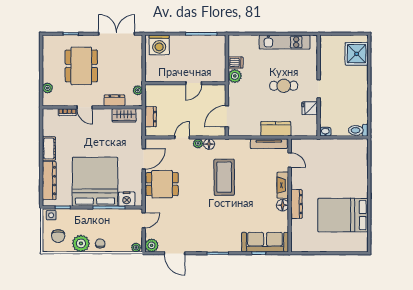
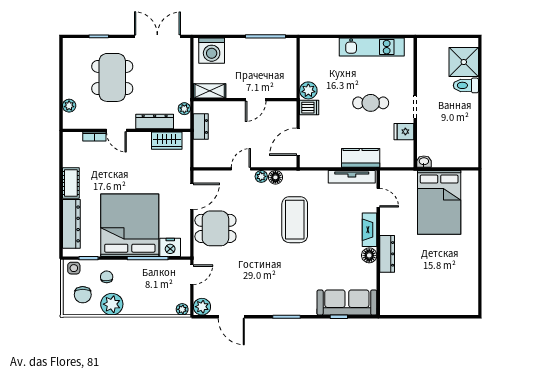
dishwasher: (236, 63) -> (309, 108), moved
shelving: (158, 76) -> (210, 91), added
dresser: (114, 100) -> (155, 122), width x1.44
dresser: (151, 117) -> (201, 126), moved
toilet: (358, 130) -> (466, 85), moved
bed: (343, 215) -> (439, 202), moved, turned -90
chair: (100, 244) -> (107, 277), moved

